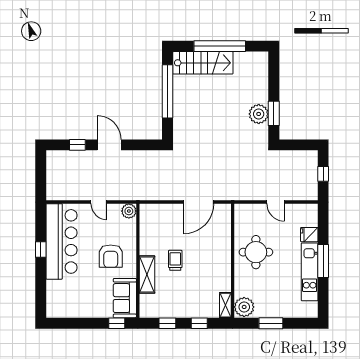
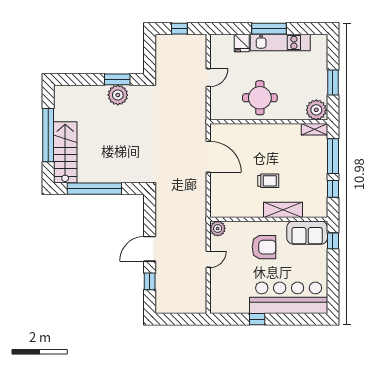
bar counter: (61, 241) -> (289, 298), moved
trolley: (175, 260) -> (268, 181), turned 180
window: (199, 323) -> (333, 156), width x2.17

